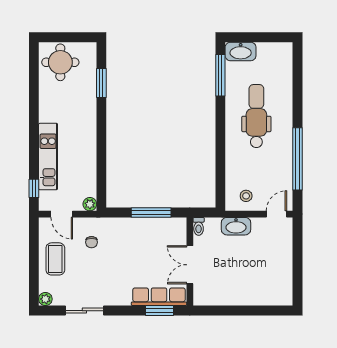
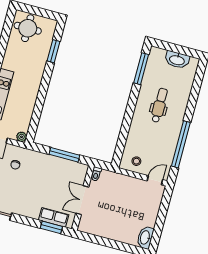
washbasin: (241, 51) -> (177, 60), moved
dental chair: (256, 116) -> (159, 105), width x0.73, depth x0.72
washbasin: (236, 226) -> (145, 238), moved, turned 90
row of seats: (159, 297) -> (54, 217), width x0.68

